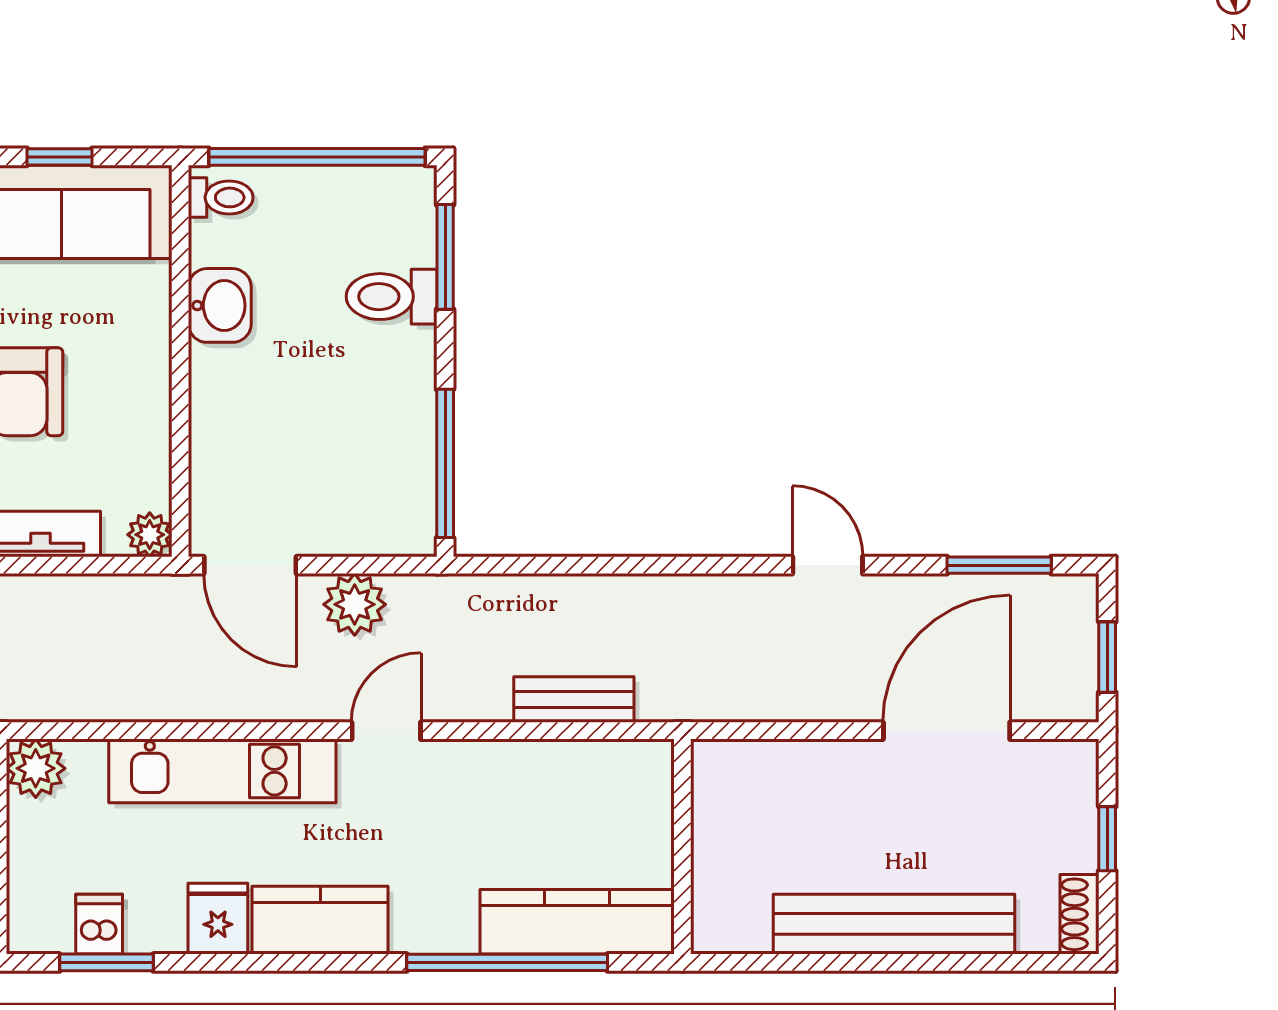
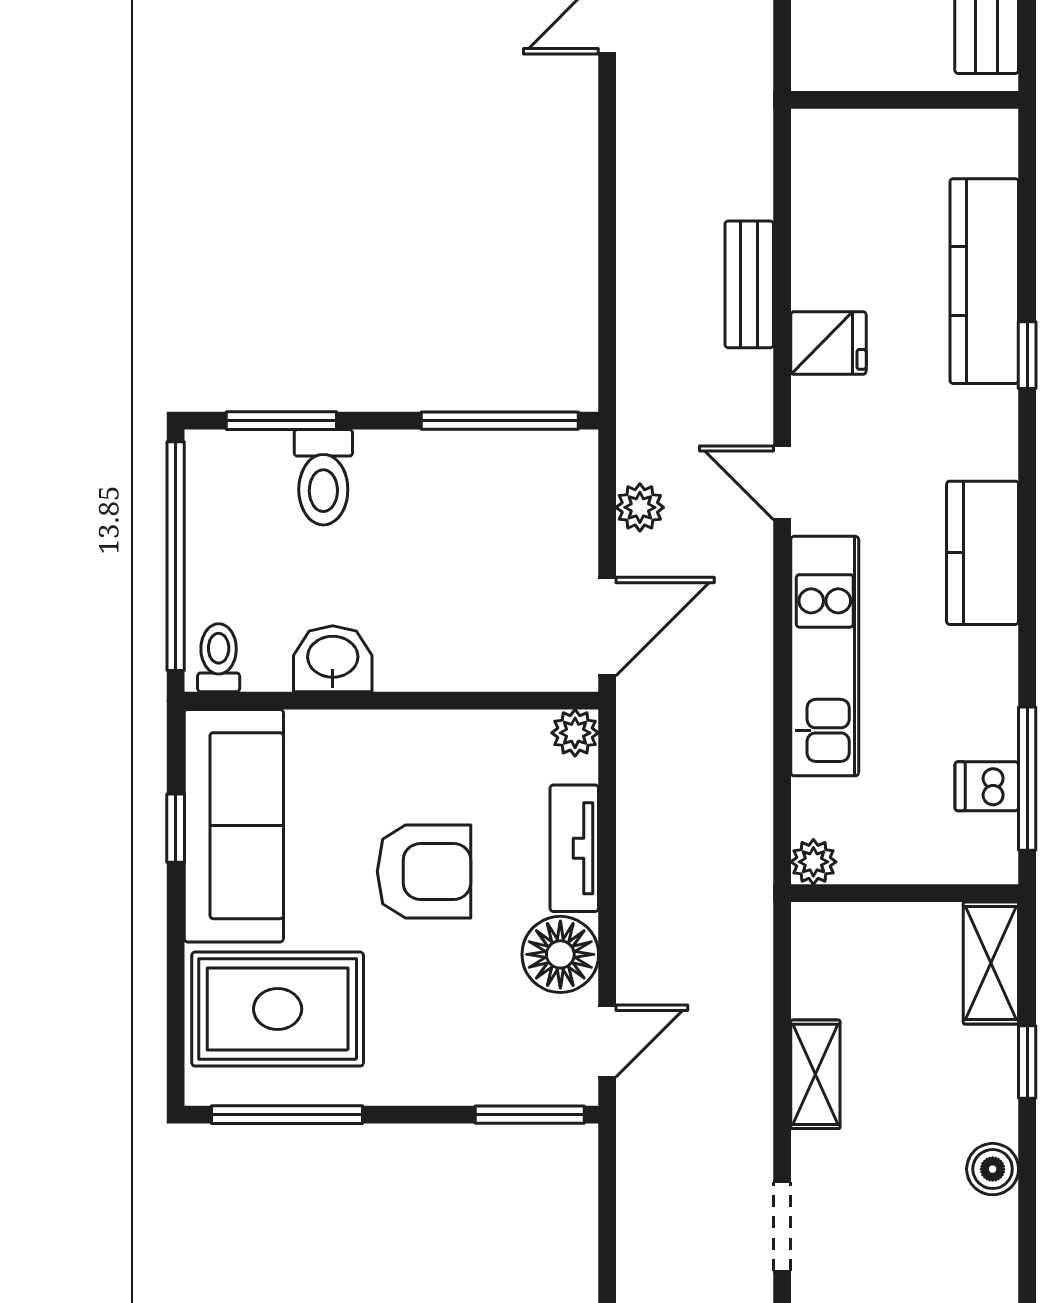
plant: (355, 604) -> (640, 507), width x0.73, depth x0.73
plant: (36, 768) -> (813, 862), width x0.73, depth x0.73
wall: (682, 847) -> (905, 100), moved
fridge: (218, 919) -> (828, 343), moved, turned 180
window: (106, 962) -> (1027, 779), width x1.44
window: (507, 962) -> (1027, 355), width x0.32

